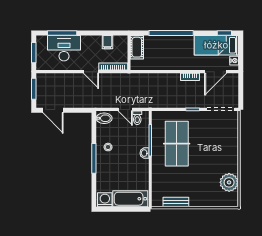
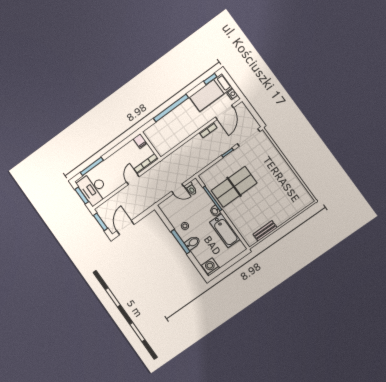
filing cabinet: (107, 42) -> (140, 141), moved
cot: (137, 47) -> (153, 137), removed
desk: (64, 48) -> (93, 188), moved, turned -90
door: (91, 72) -> (133, 179), swing flipped
door: (53, 110) -> (125, 228), swing flipped
bidet: (104, 118) -> (193, 243), moved
table tennis table: (177, 144) -> (234, 187), turned 90
plant: (229, 182) -> (295, 188), removed
bathtub: (130, 199) -> (225, 231), moved, turned -90

